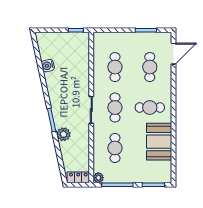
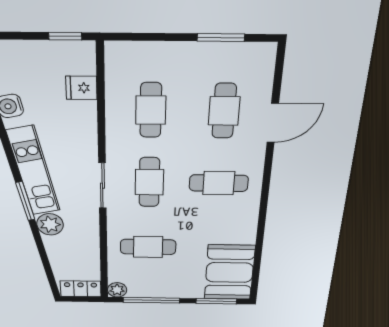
door: (173, 54) -> (273, 123), moved
fridge: (82, 56) -> (81, 88), added
kitchen unit: (57, 102) -> (33, 171), added
booth: (159, 142) -> (229, 272), moved
cafe table: (115, 148) -> (148, 247), turned 90

